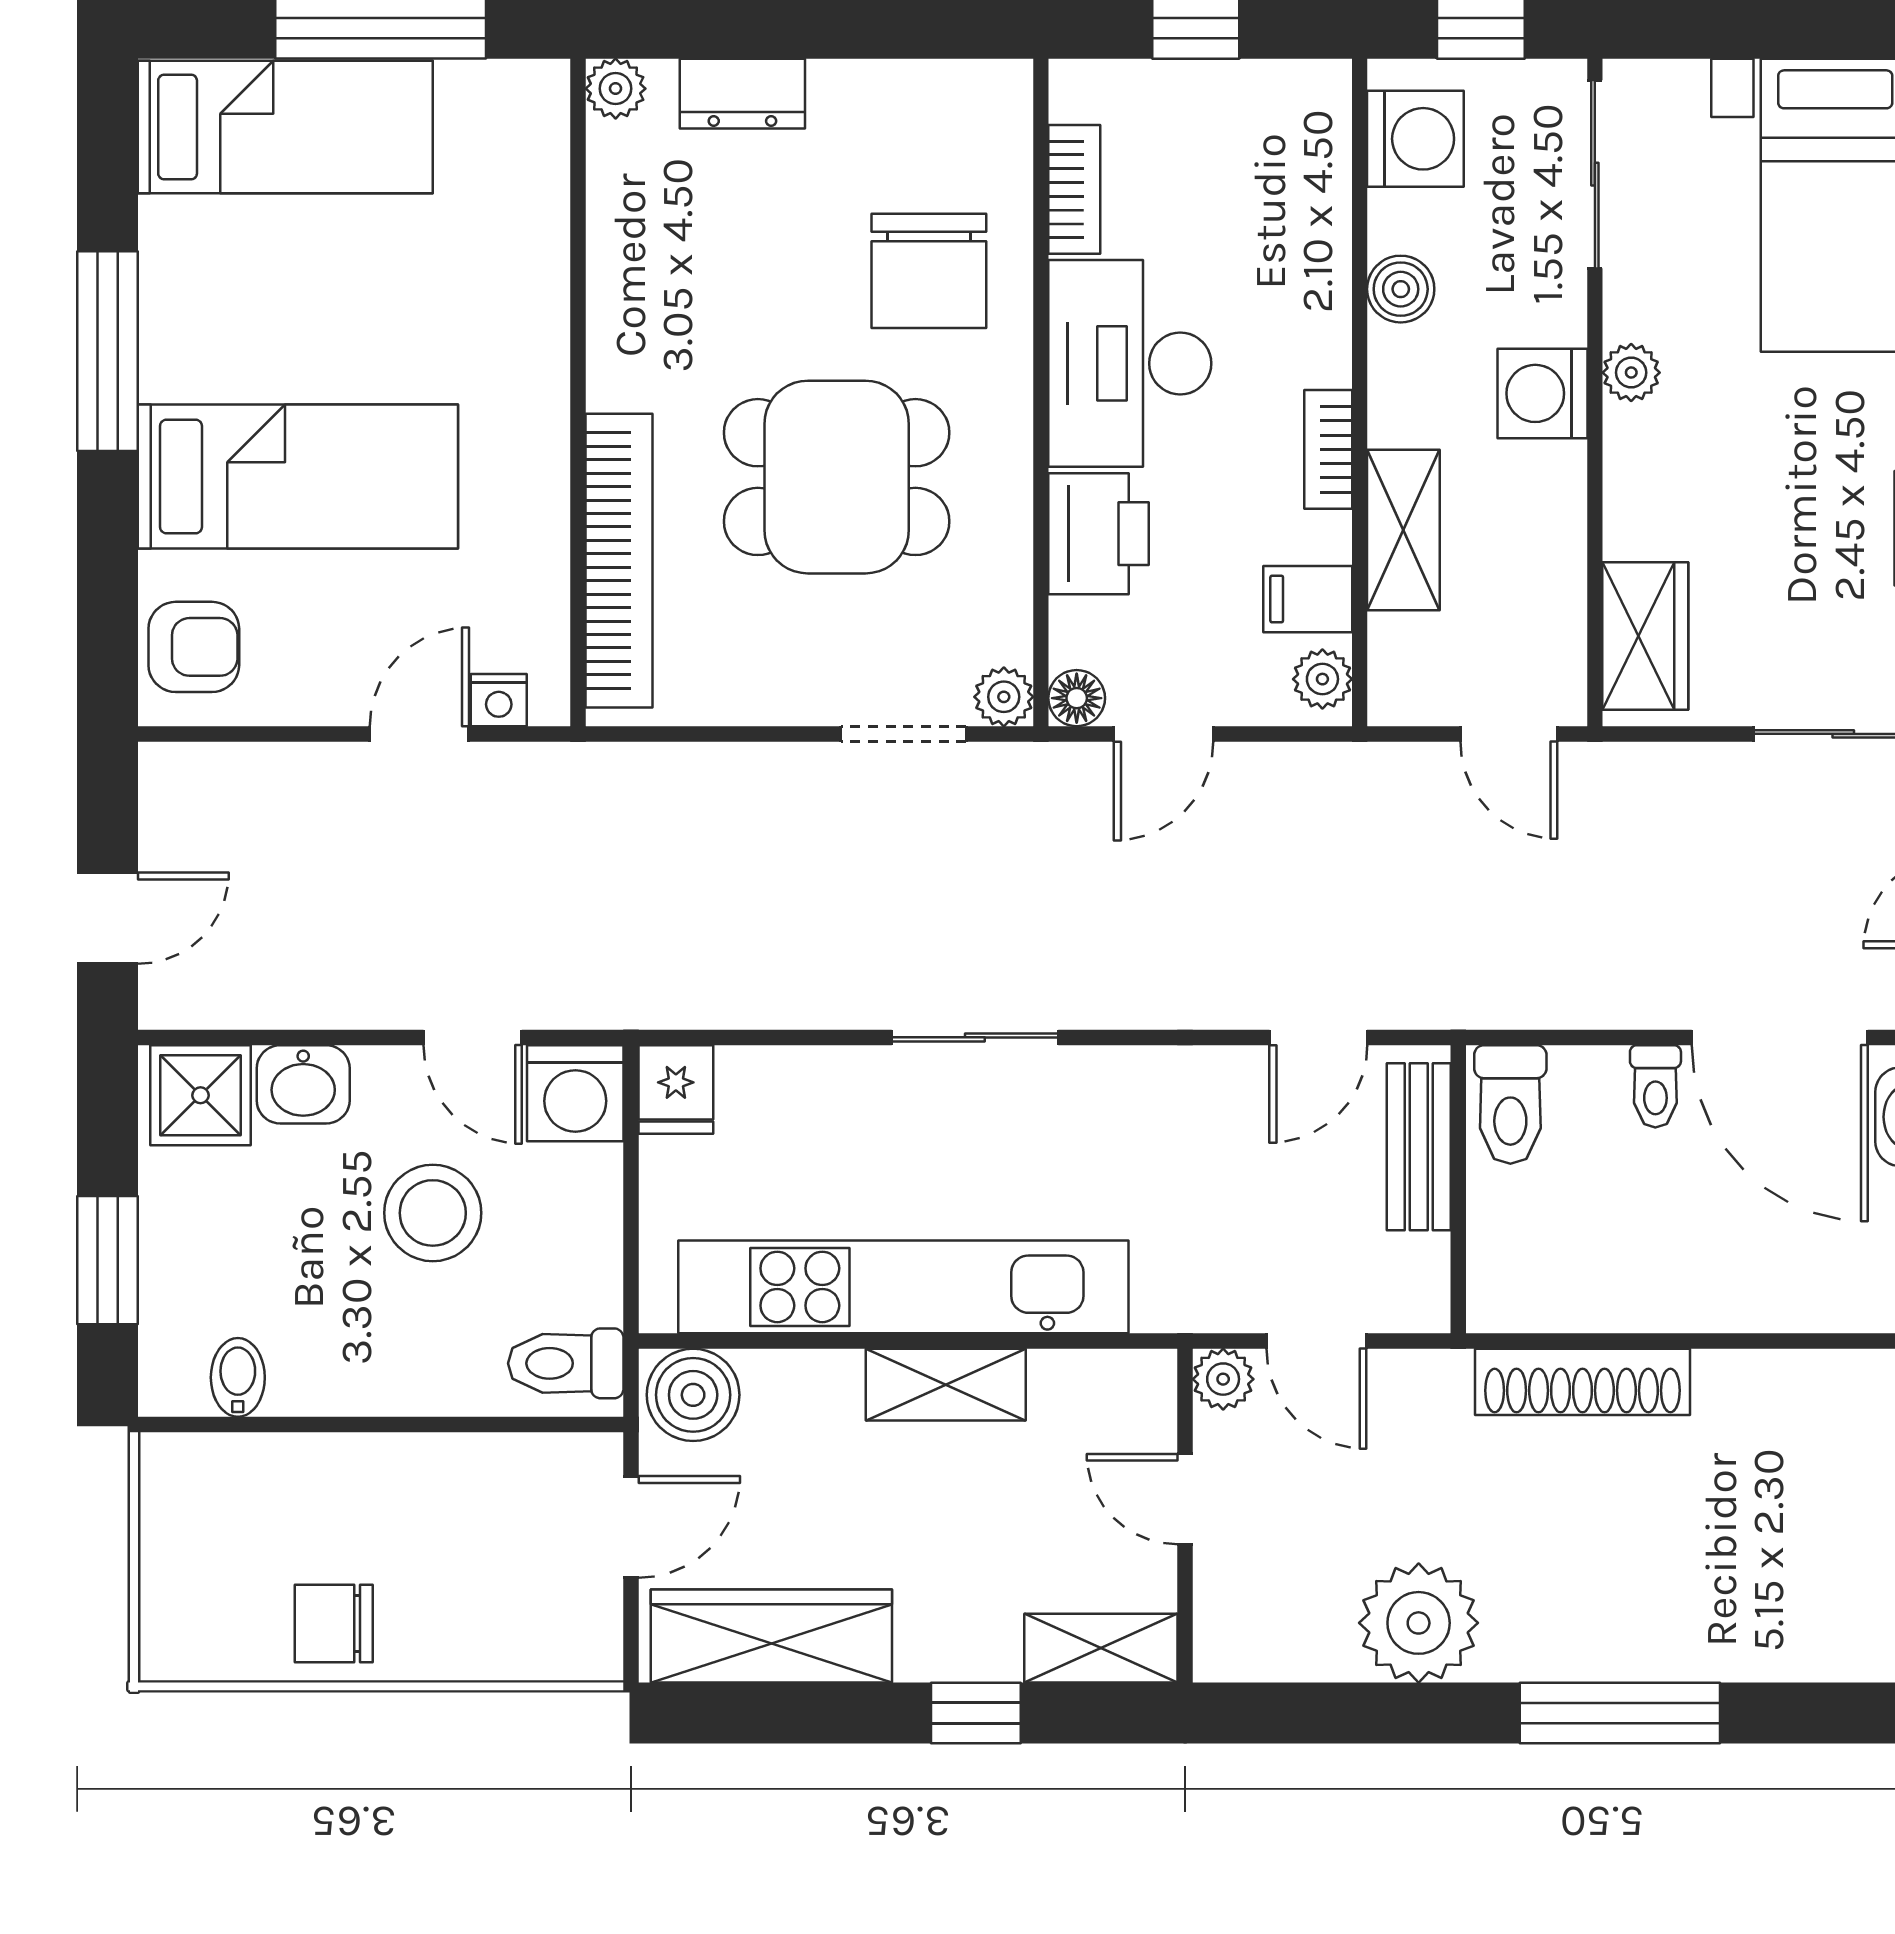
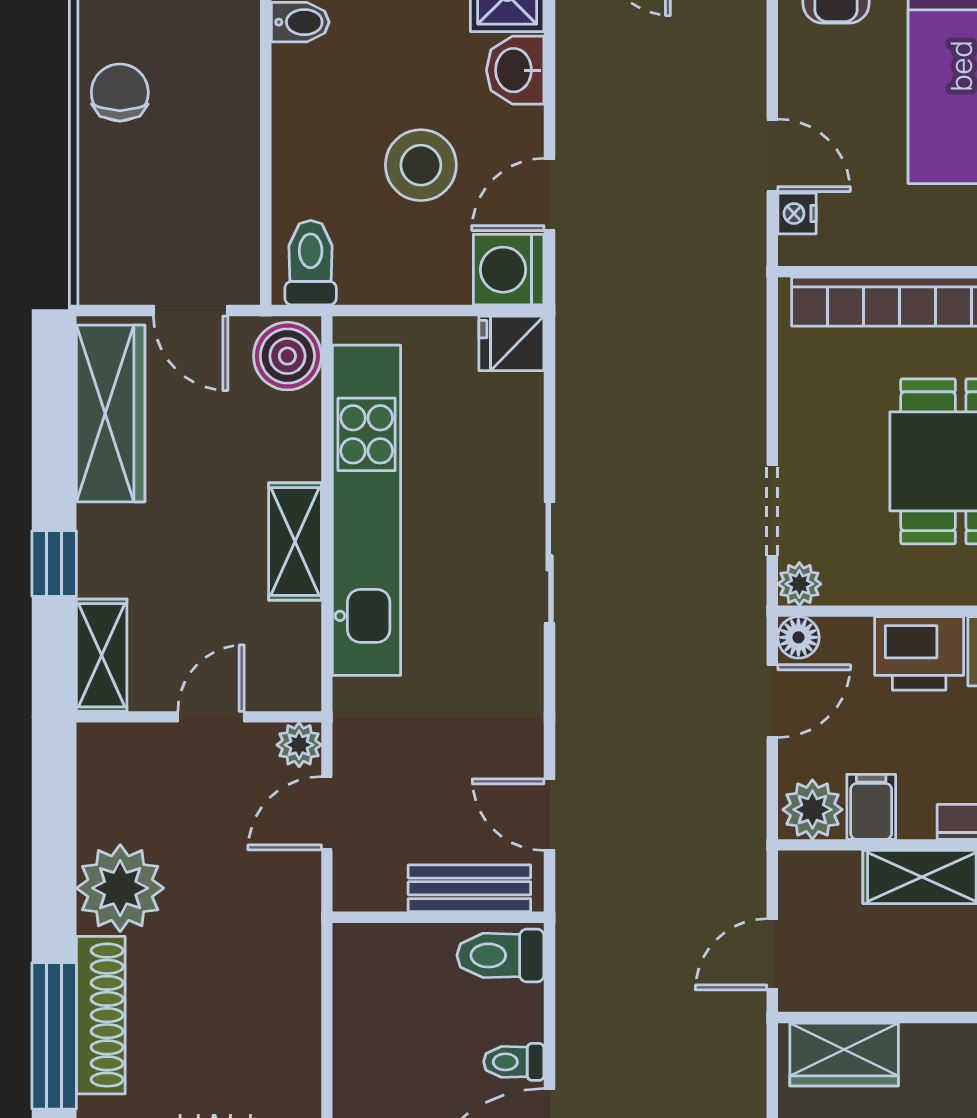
plant: (1322, 679) -> (812, 810), width x1.38, depth x1.38
door: (1164, 734) -> (772, 701), swing flipped
shoe rack: (1582, 1382) -> (101, 1015), moved, turned 180

